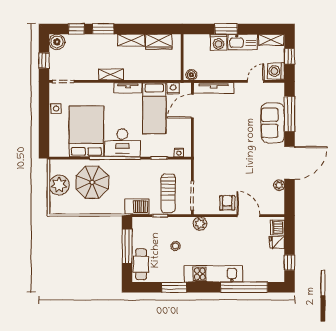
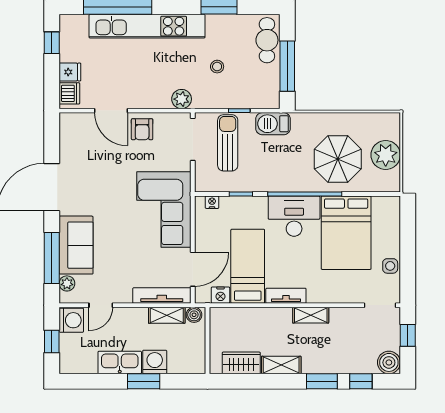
shelving: (271, 40) -> (167, 315), moved
corner sofa: (212, 147) -> (164, 209), added
plant: (279, 185) -> (67, 283), moved
kitchen unit: (213, 274) -> (147, 26), width x1.36

